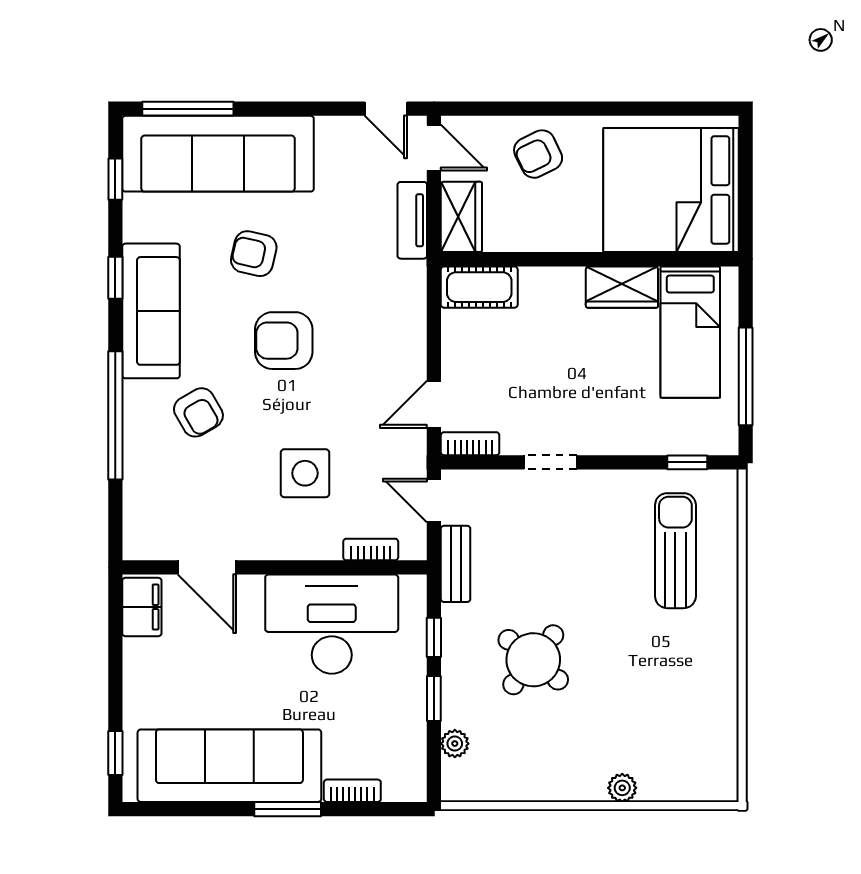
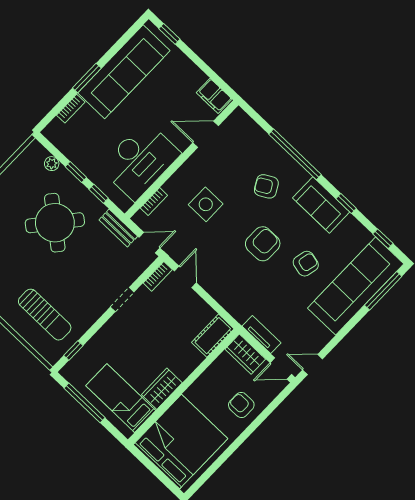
armchair: (538, 154) -> (241, 405), turned -64
sofa: (151, 311) -> (321, 205), width x0.73
round table: (533, 660) -> (55, 223), width x1.36, depth x1.36

